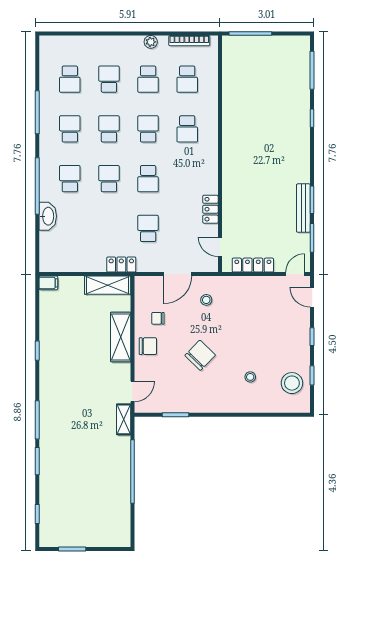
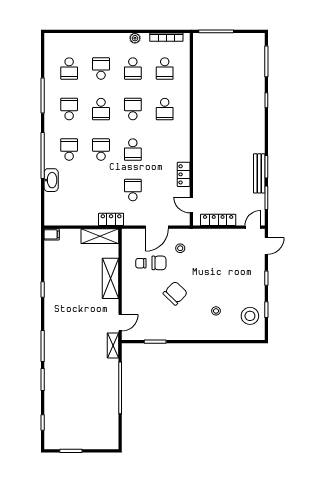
school desk: (109, 129) -> (101, 109), turned 180
door: (312, 297) -> (266, 246), swing flipped
chair: (148, 346) -> (159, 263), moved

